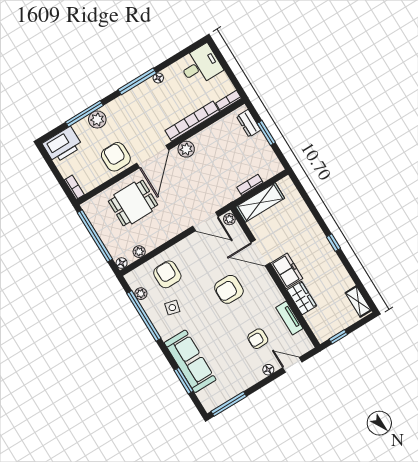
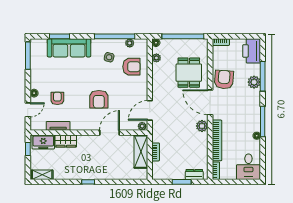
armchair: (116, 157) -> (224, 79), turned -86
freezer: (287, 271) -> (43, 142), moved
armchair: (229, 289) -> (99, 99), turned 180

